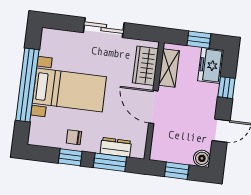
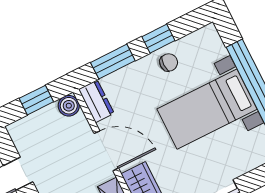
dresser: (116, 147) -> (96, 101), moved, turned -90
boiler: (202, 158) -> (69, 106), moved

